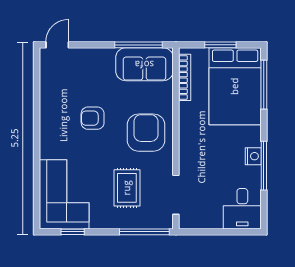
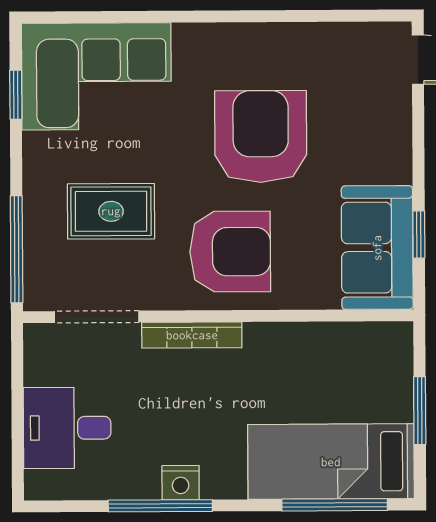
window: (138, 45) -> (419, 235), width x0.46
bookcase: (185, 77) -> (192, 335), moved
bed: (235, 86) -> (331, 462), width x0.67
armchair: (93, 118) -> (261, 137), width x1.88, depth x1.88
desk: (242, 209) -> (67, 428), moved

